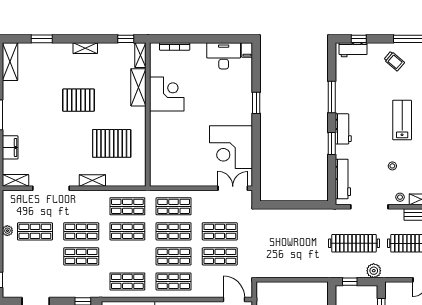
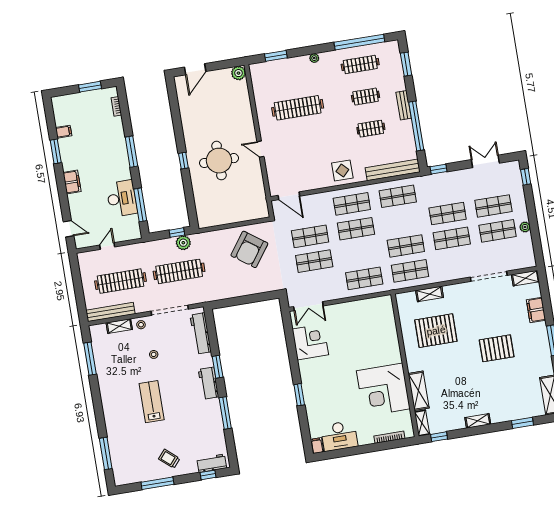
corner desk: (167, 94) -> (383, 390), width x1.36, depth x1.36
pallet: (78, 100) -> (497, 348), moved
lab bench: (402, 120) -> (152, 402), turned 180
corner desk: (231, 147) -> (310, 342), width x0.74, depth x0.74
shelving: (92, 180) -> (430, 294), moved
shop shelf: (174, 231) -> (493, 206), moved
armchair: (281, 253) -> (249, 249), added
plant: (374, 271) -> (183, 243), moved

